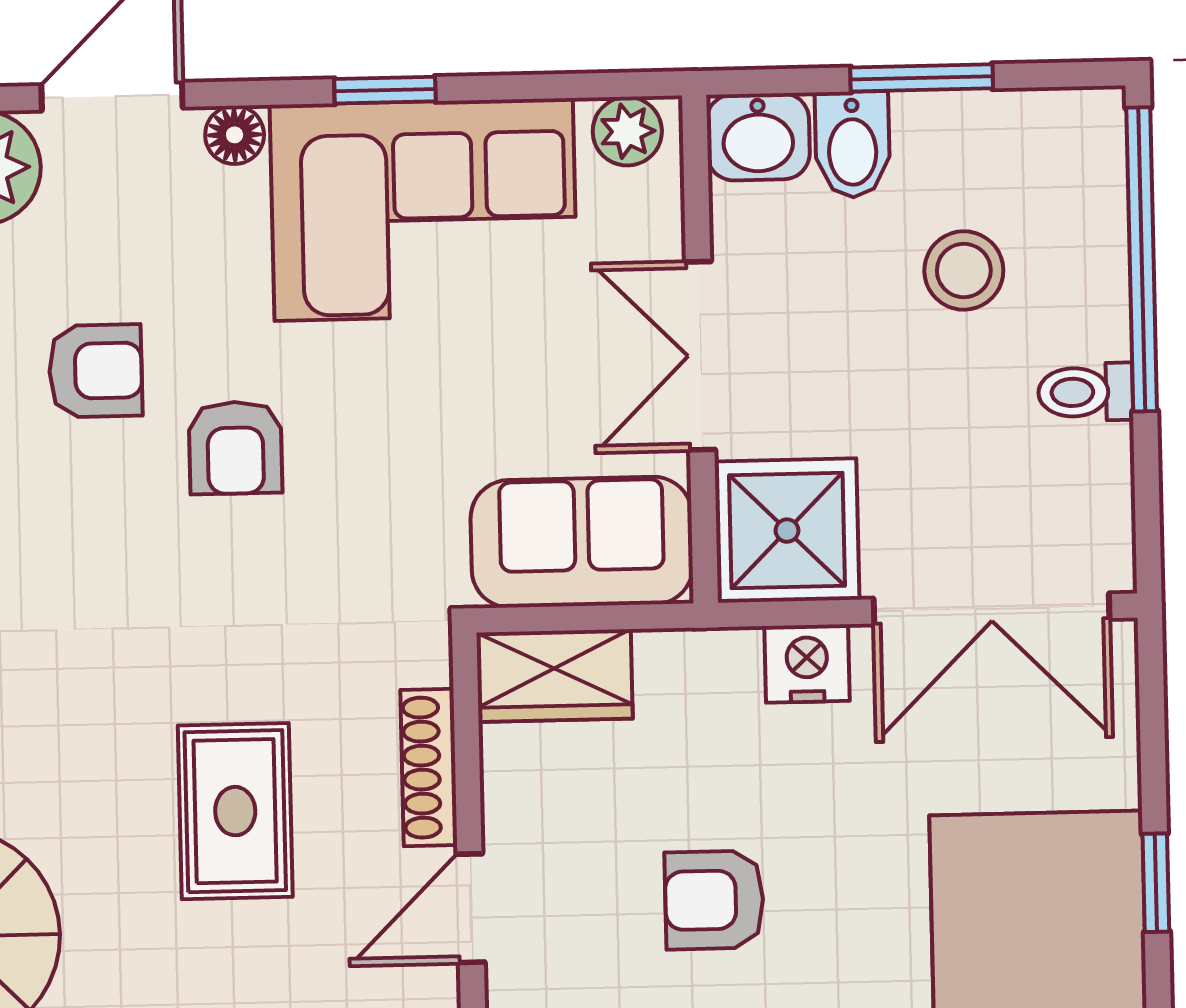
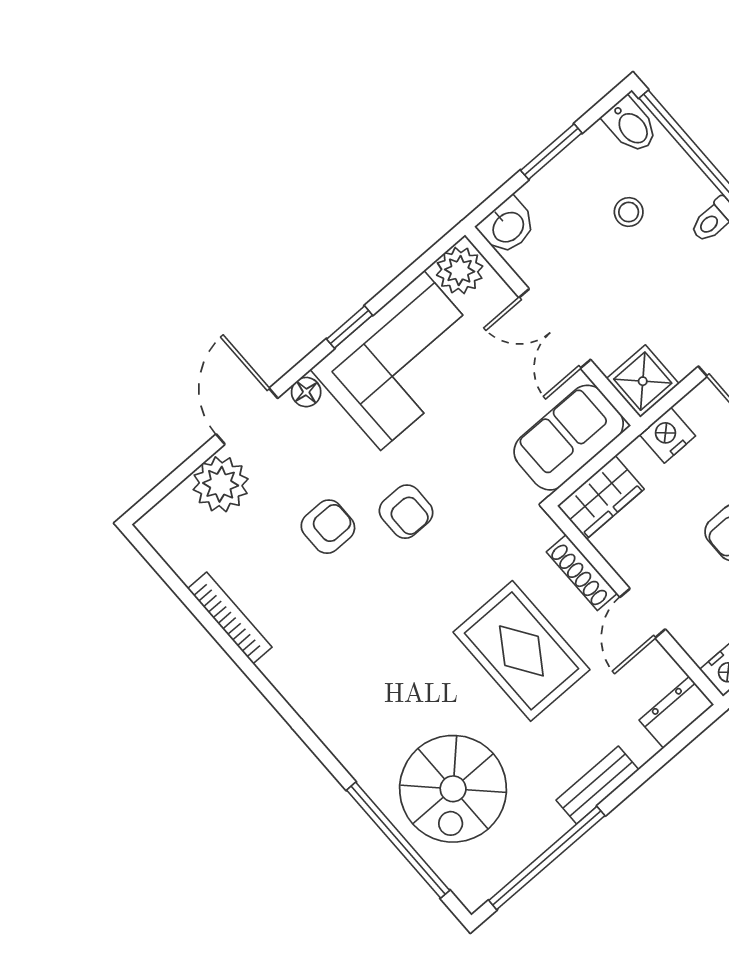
plant: (627, 131) -> (460, 271), width x1.38, depth x1.38
bidet: (852, 145) -> (631, 125), moved
stool: (964, 270) -> (629, 212), width x0.73, depth x0.73
shower: (787, 531) -> (643, 381), width x0.73, depth x0.73
nightstand: (807, 664) -> (667, 435), moved
rug: (235, 811) -> (521, 651), width x1.36, depth x1.43

